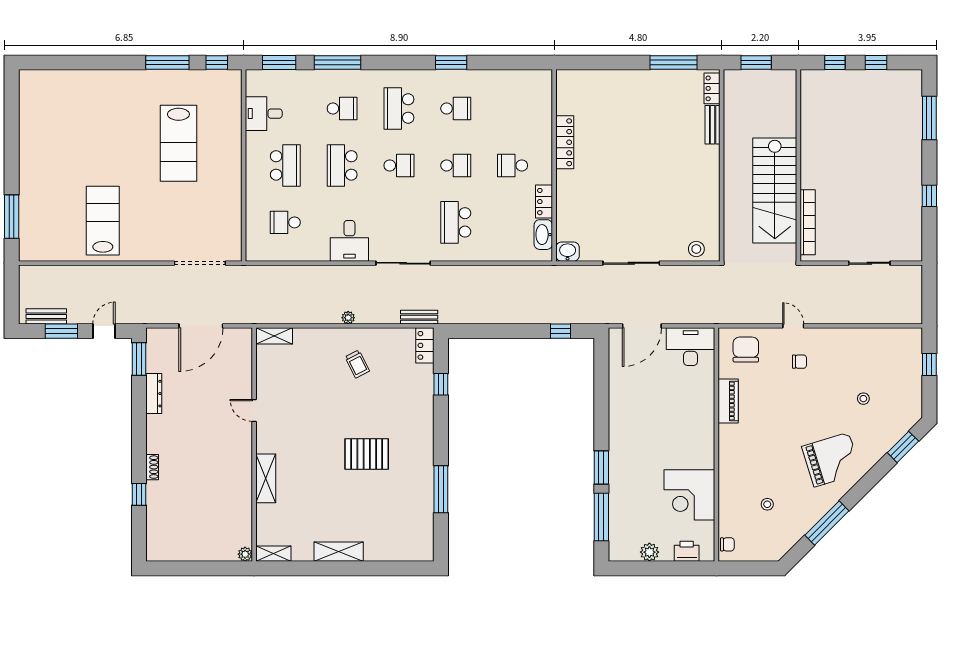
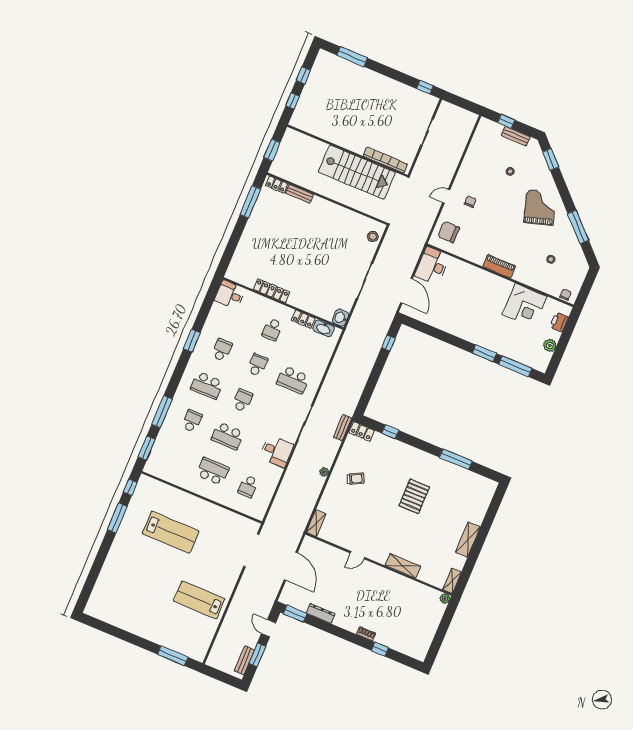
desk: (264, 114) -> (230, 295), moved, turned 90
window: (929, 196) -> (425, 87), moved
bench: (915, 386) -> (516, 136), added
piano: (728, 401) -> (499, 266), moved

